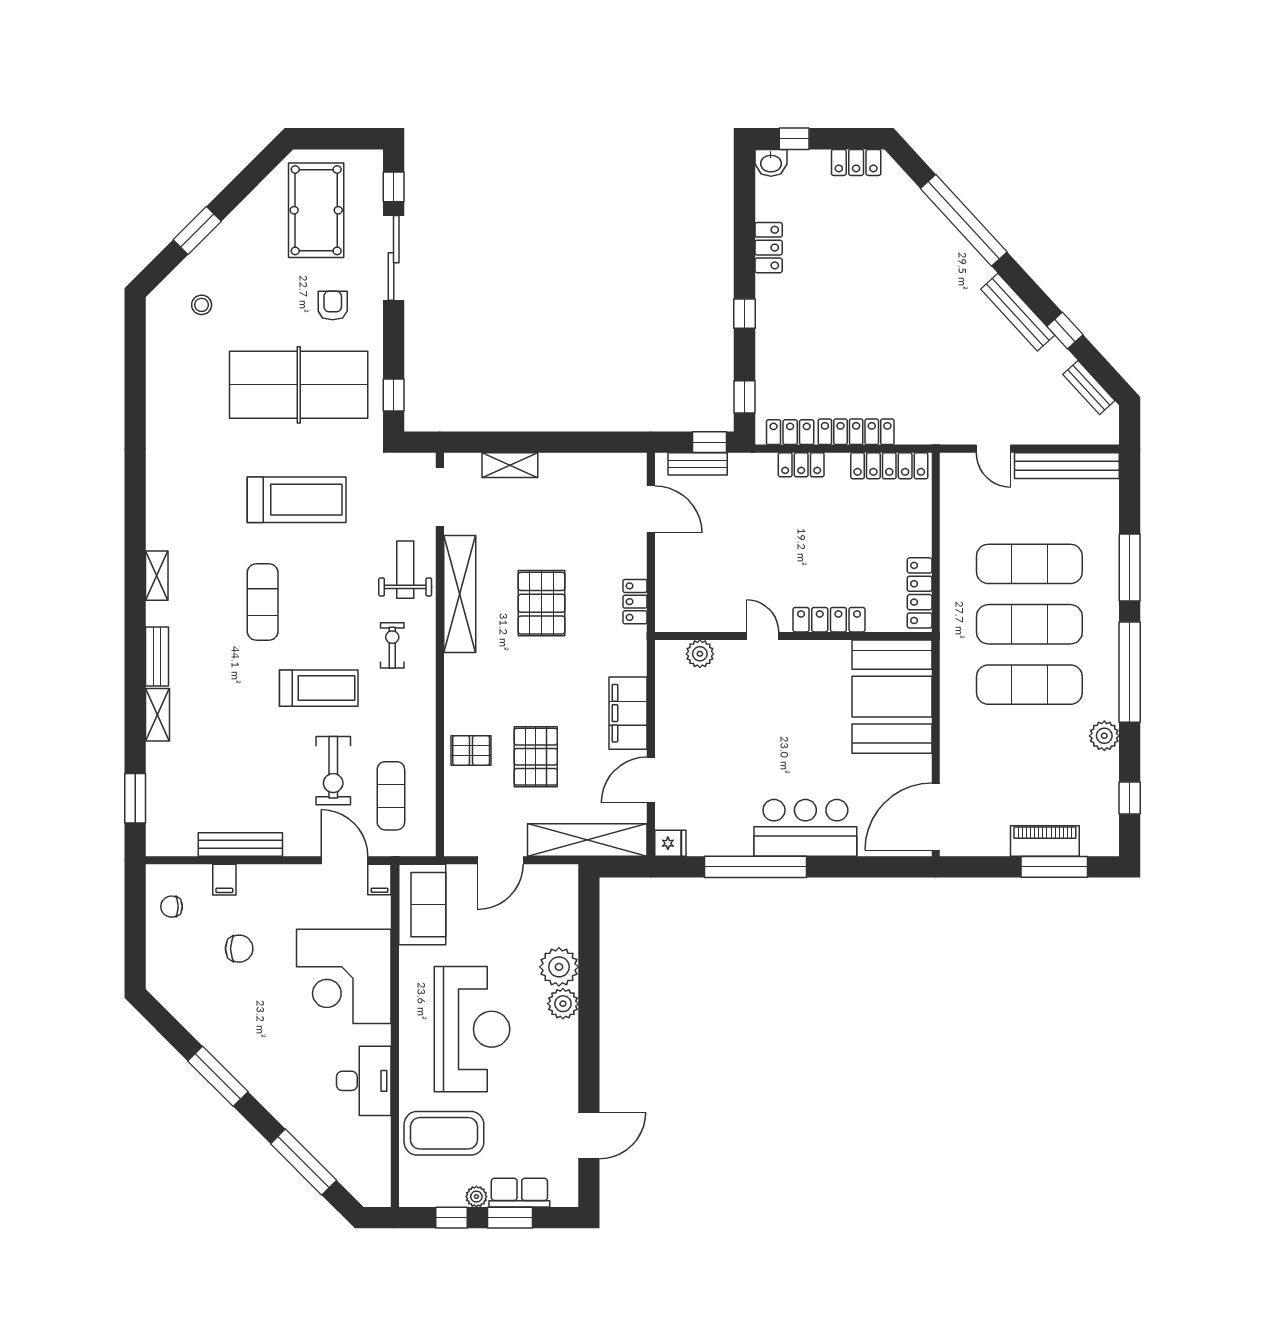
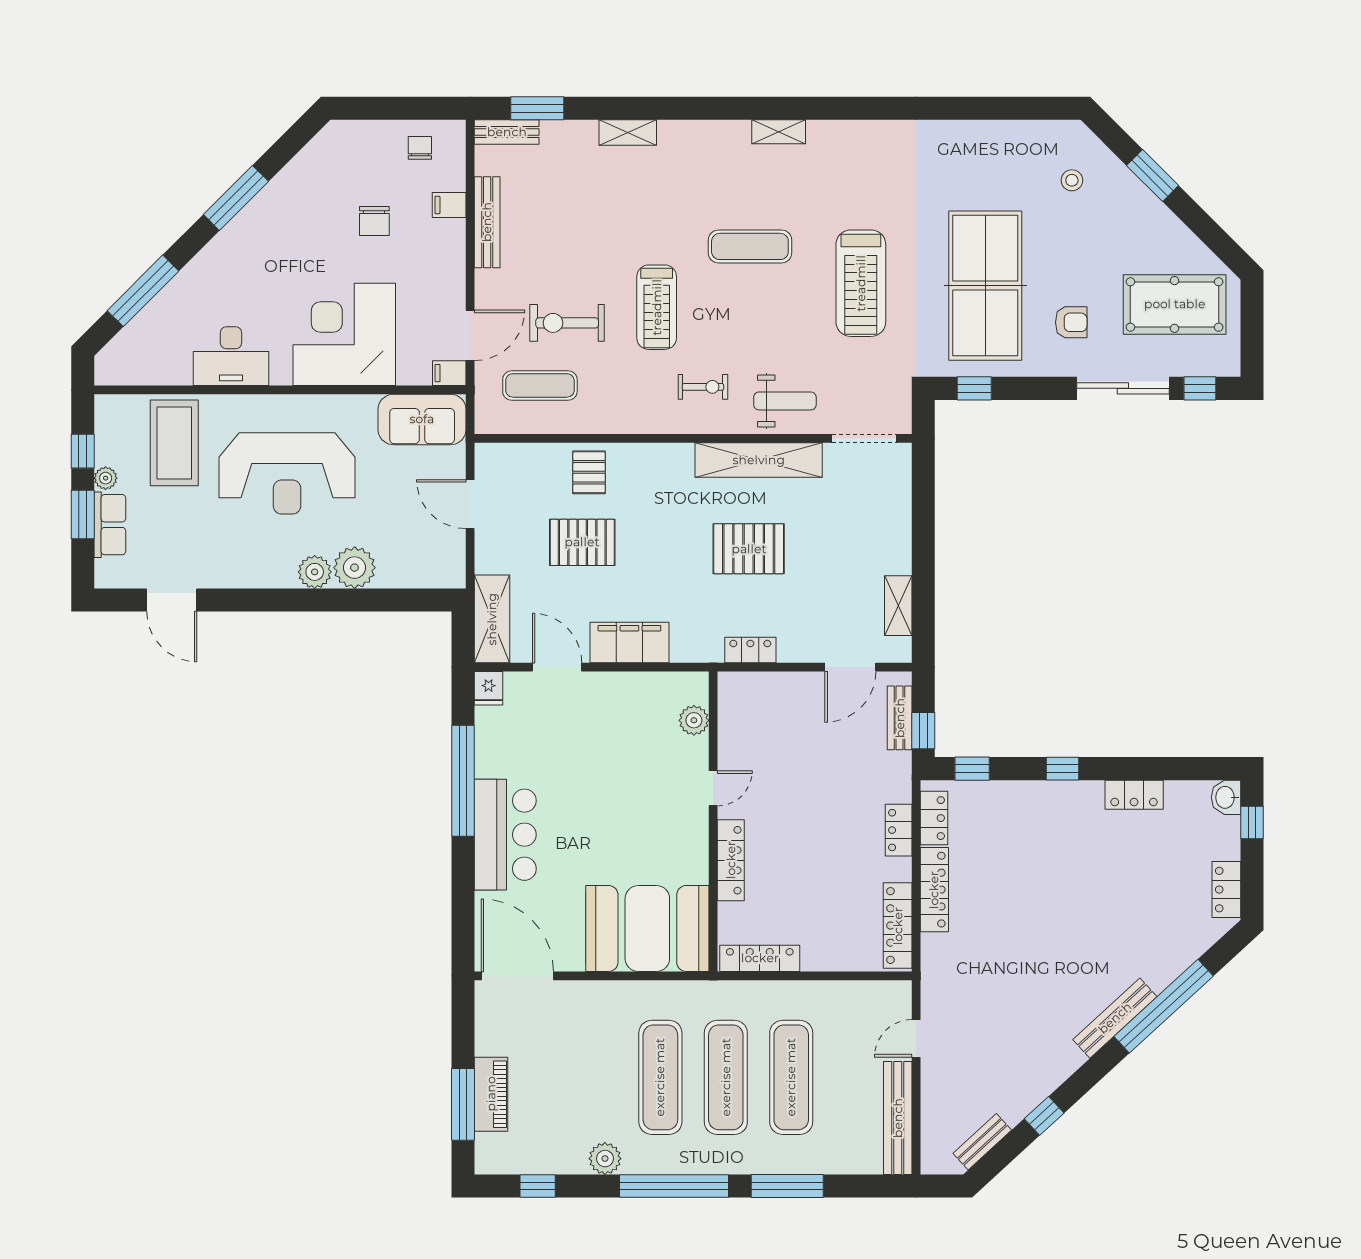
bench: (1018, 312) -> (1115, 1018), moved
shelving: (510, 465) -> (898, 606), moved
bench: (157, 657) -> (507, 132), moved
shelving: (587, 840) -> (492, 619), width x0.68

